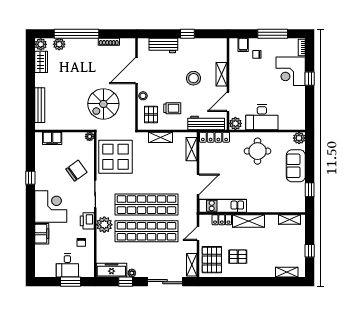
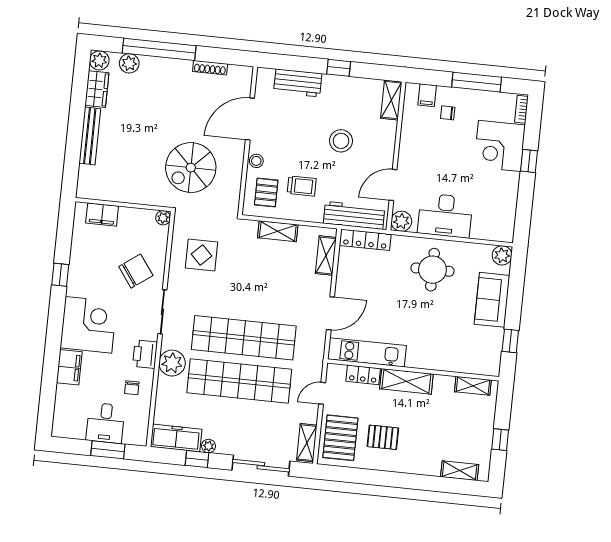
shelving: (222, 74) -> (391, 100), moved
bench: (40, 105) -> (90, 136), moved
display table: (115, 157) -> (202, 255), width x0.54, depth x0.54

